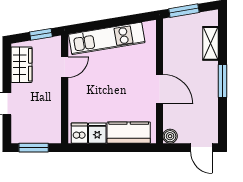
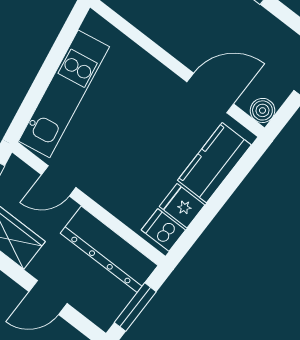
door: (65, 67) -> (59, 181), swing flipped
door: (159, 89) -> (210, 93), moved
dresser: (51, 115) -> (109, 249), added

